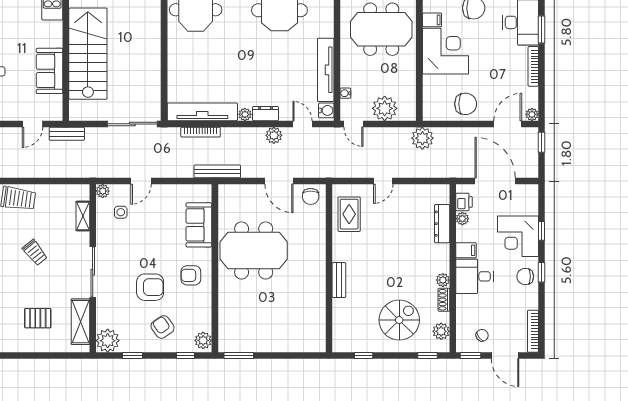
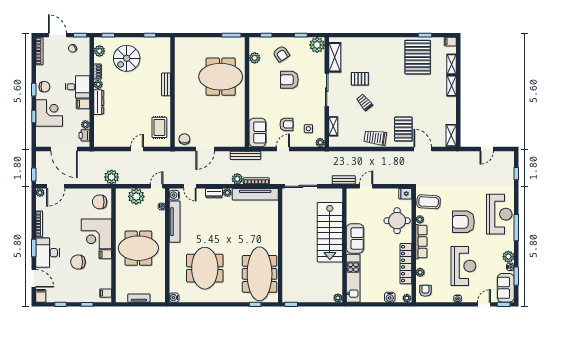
sofa: (49, 71) -> (355, 238), moved
chair: (466, 104) -> (100, 202), moved
door: (353, 124) -> (157, 186), hinge flipped
plant: (274, 135) -> (237, 179), moved
door: (141, 181) -> (283, 149), moved
door: (279, 181) -> (205, 149), swing flipped
dresser: (442, 224) -> (99, 102), moved
sofa: (199, 225) -> (257, 132), moved
meeting table: (254, 250) -> (221, 77), moved
armchair: (191, 275) -> (286, 124), moved
pallet: (38, 318) -> (360, 79), moved
plant: (203, 340) -> (255, 58), moved

